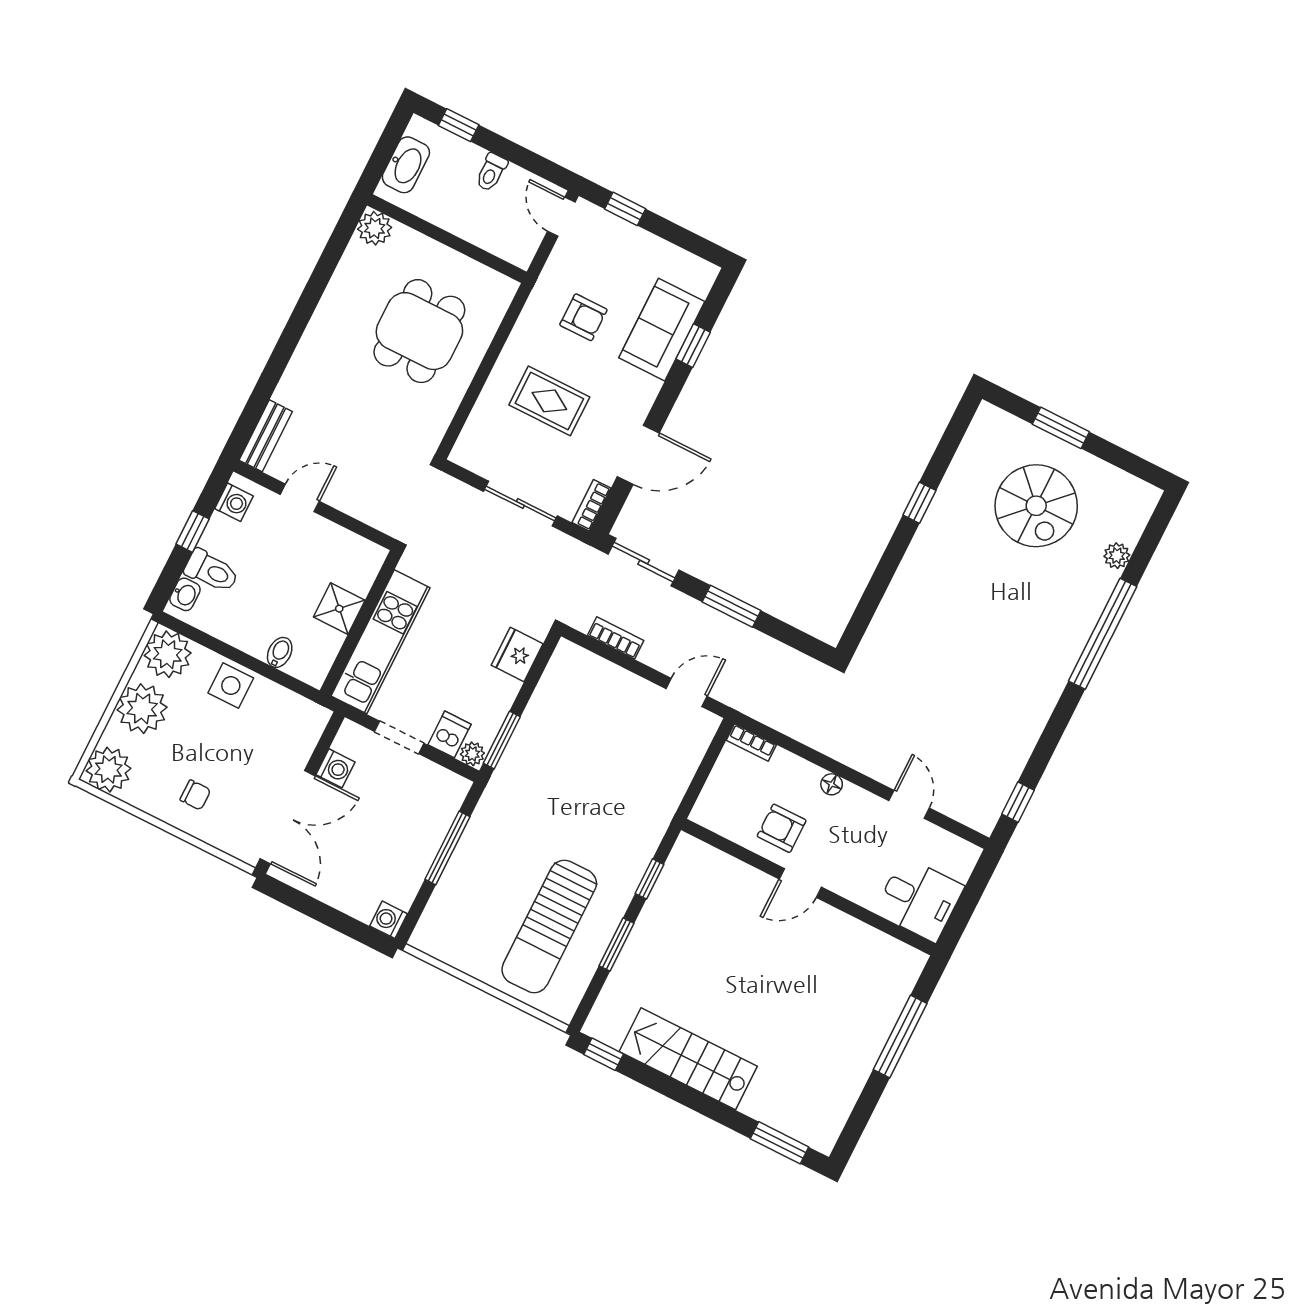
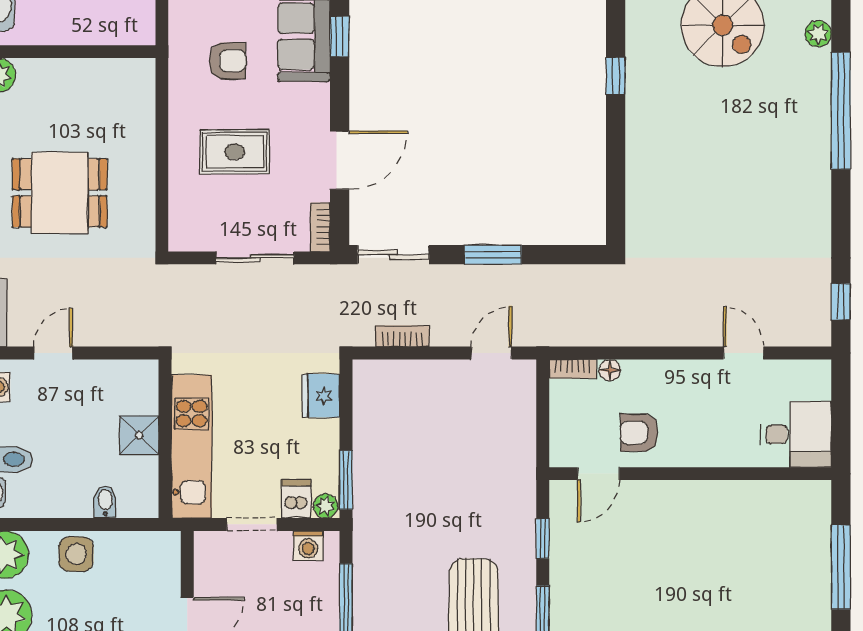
dining table: (419, 331) -> (60, 193), moved, turned 90
washing machine: (335, 768) -> (308, 546), moved, turned 90
floor lamp: (832, 784) -> (610, 370), moved
door: (800, 883) -> (599, 474), moved

